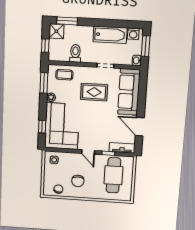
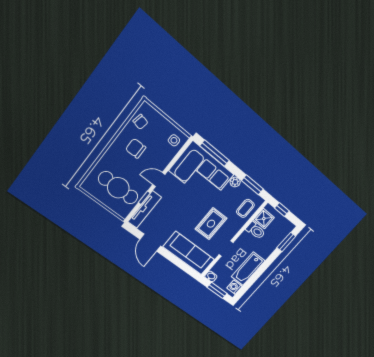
shower: (56, 31) -> (264, 219), moved
window: (42, 127) -> (215, 153), width x2.17
door: (140, 127) -> (150, 243), swing flipped
tv unit: (122, 148) -> (145, 210), width x1.41

